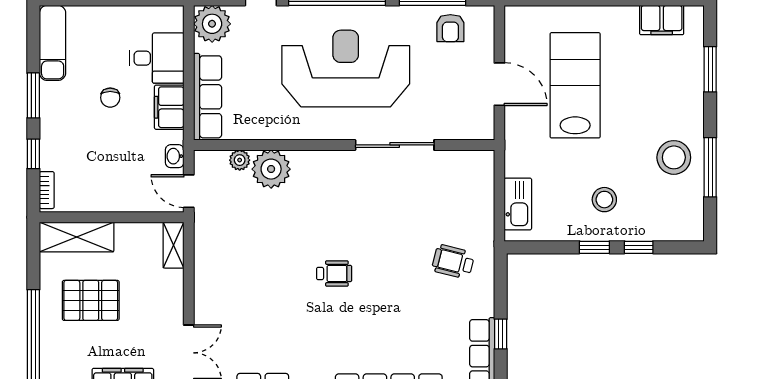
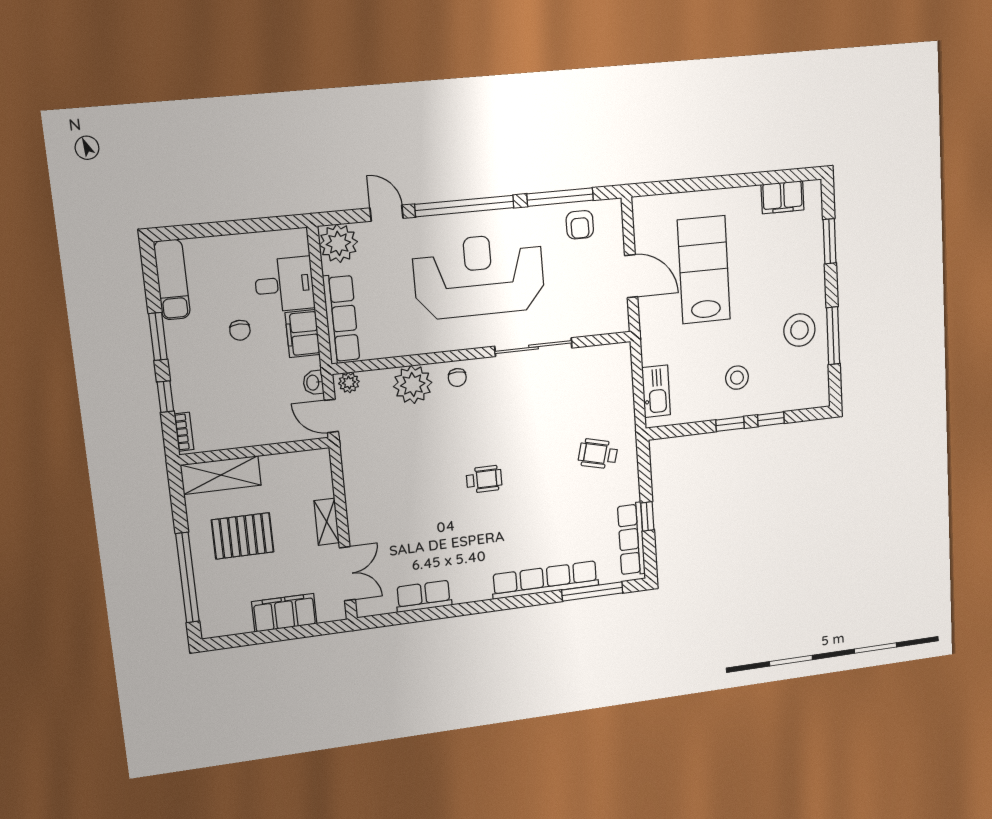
plant: (240, 160) -> (349, 383), moved
chair: (316, 167) -> (457, 378), added
shelving: (174, 245) -> (327, 522), moved

